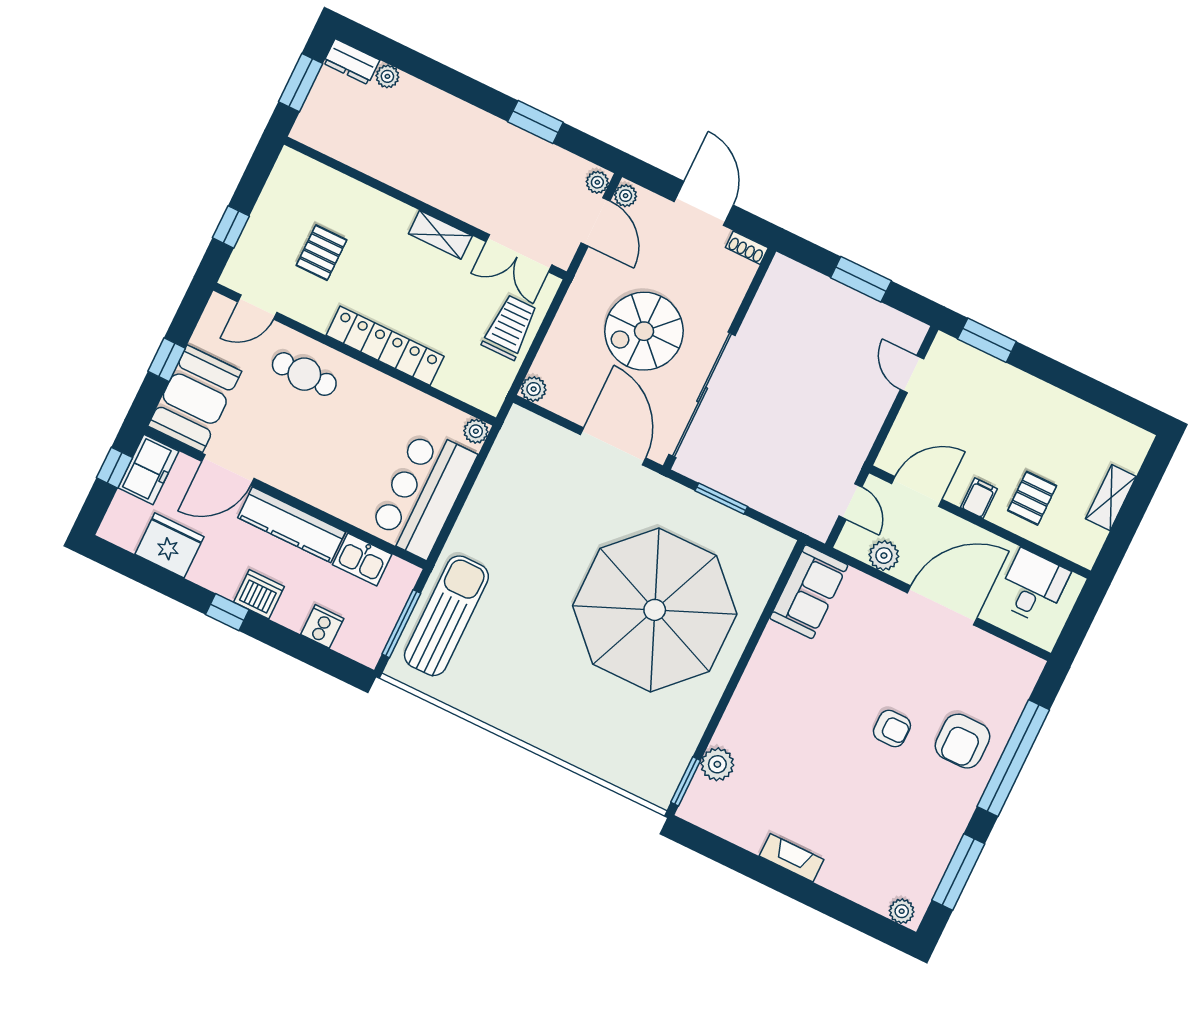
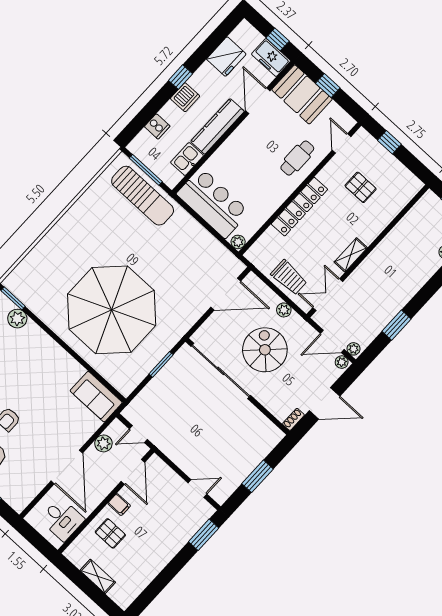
plant: (534, 389) -> (284, 310), moved
door: (613, 446) -> (226, 294), moved

